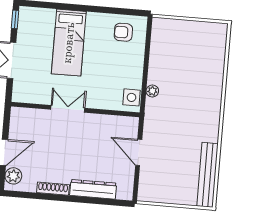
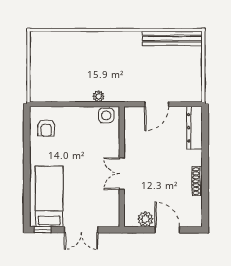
bed: (69, 43) -> (49, 196), moved, turned -90
plant: (13, 176) -> (145, 219), moved
dresser: (93, 189) -> (195, 128), moved

